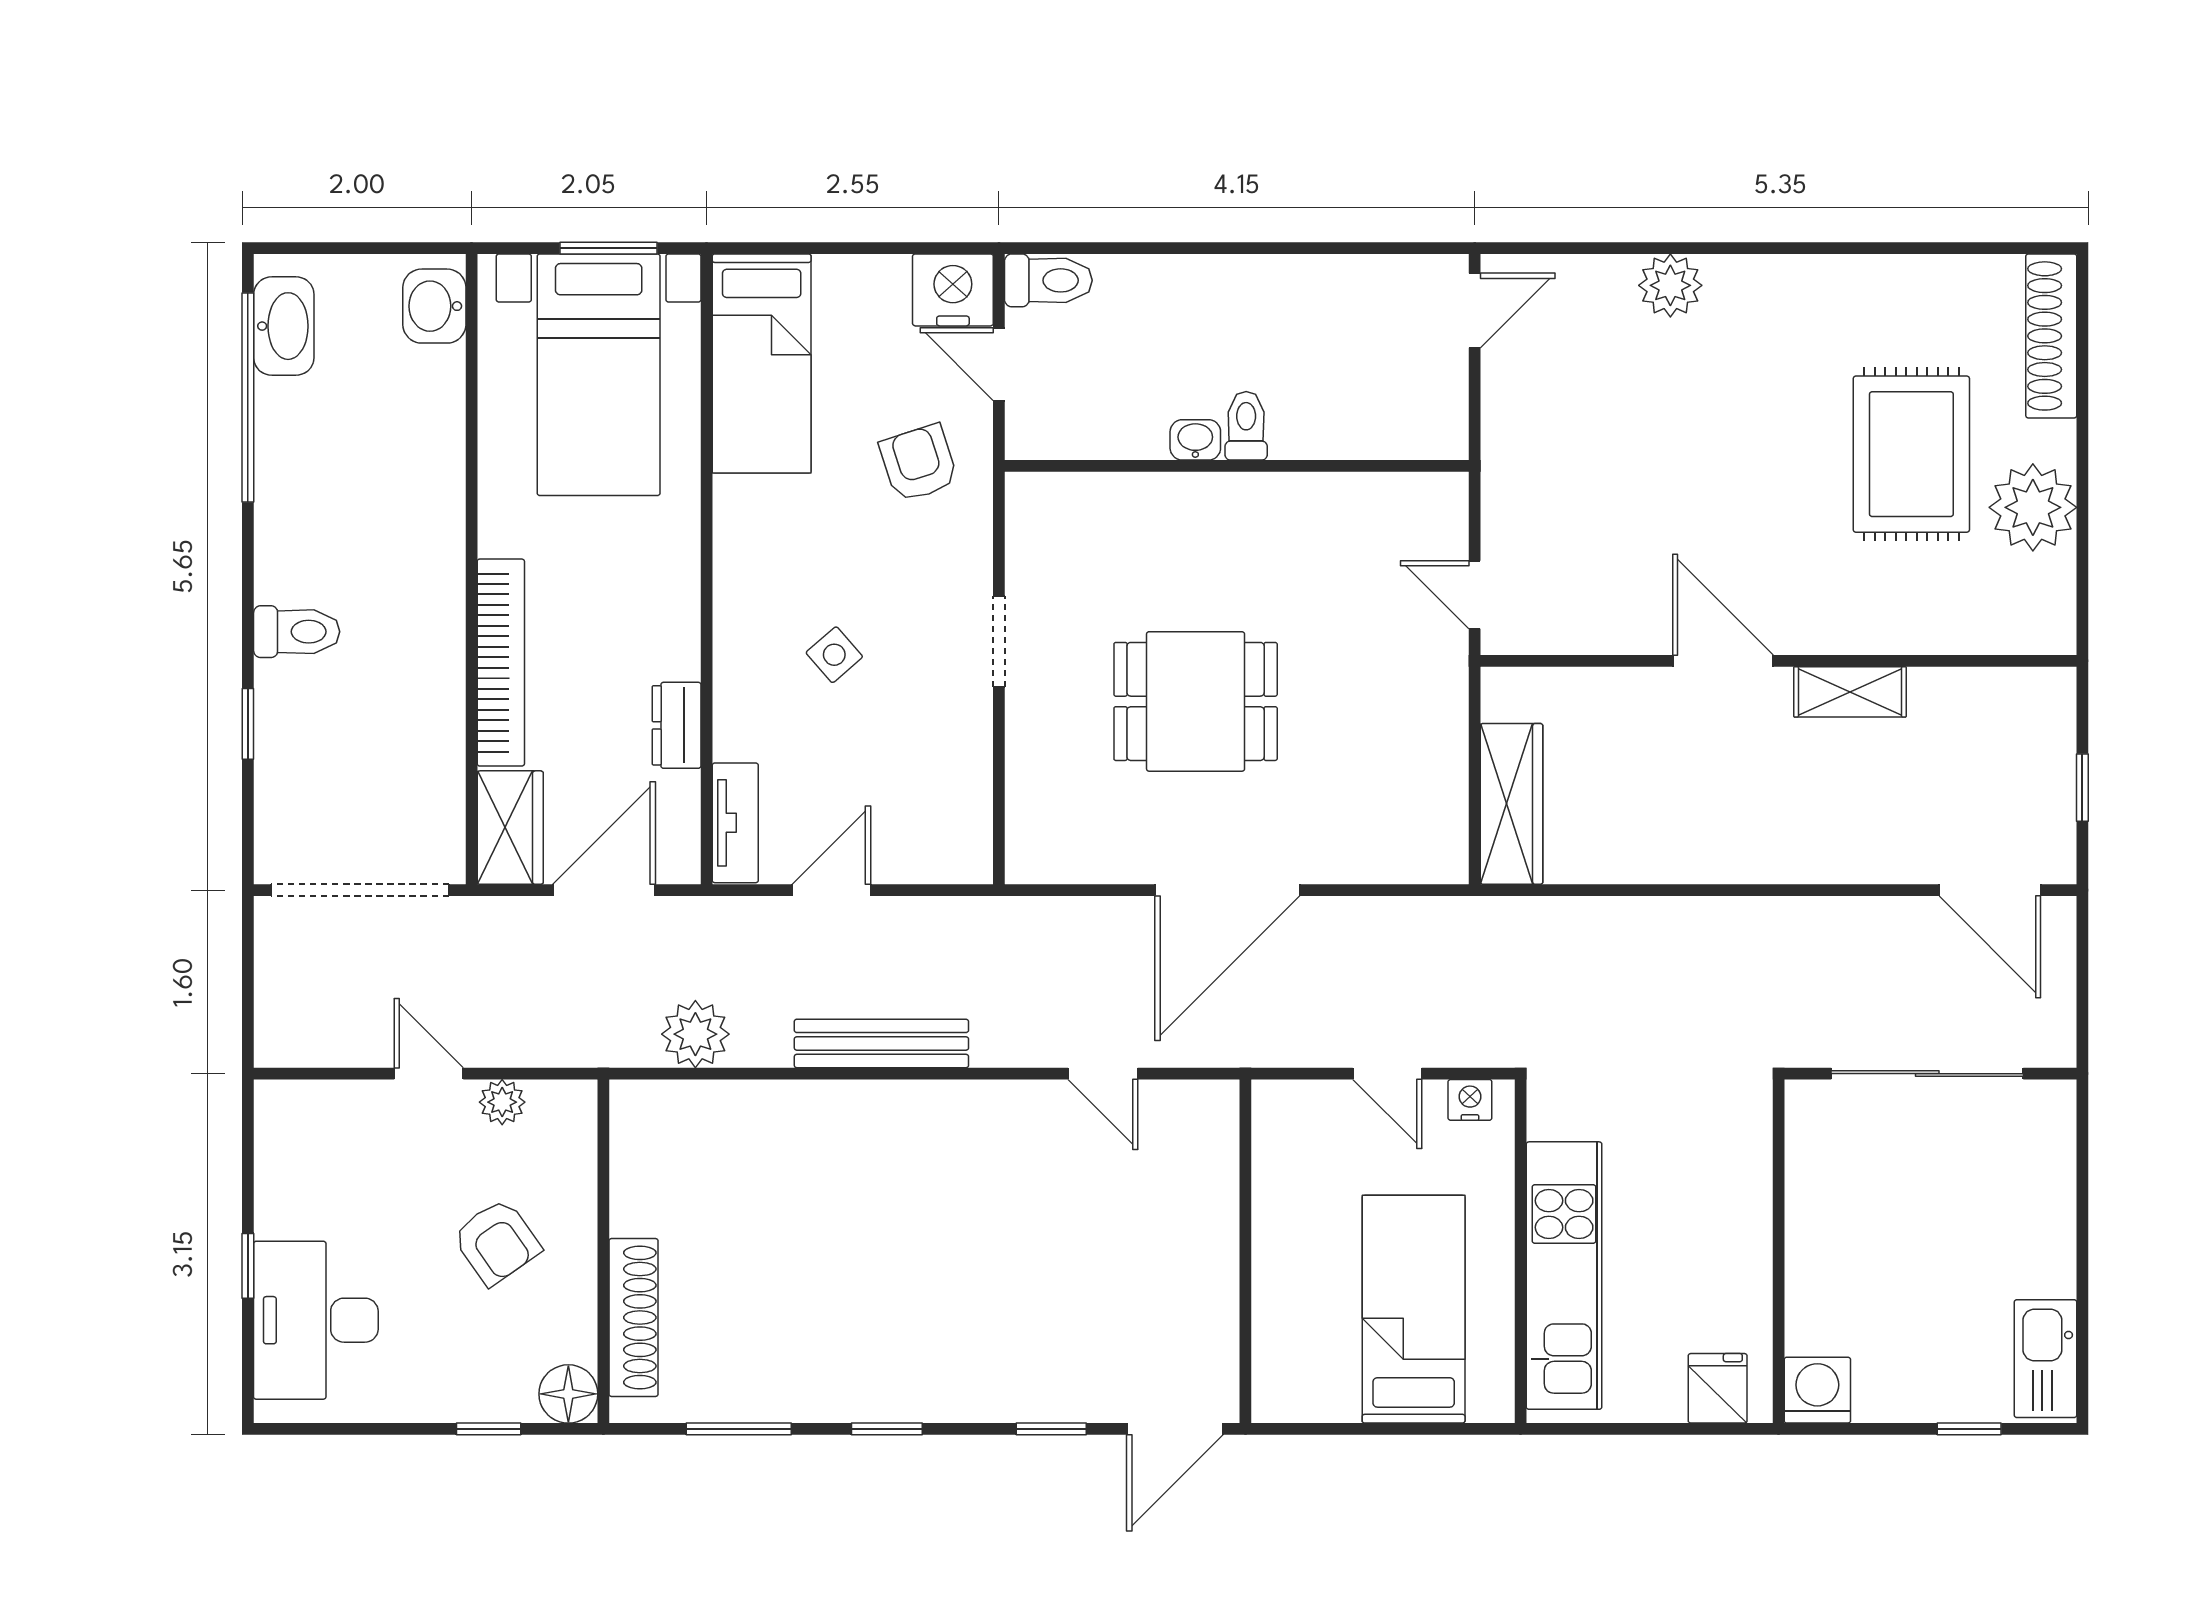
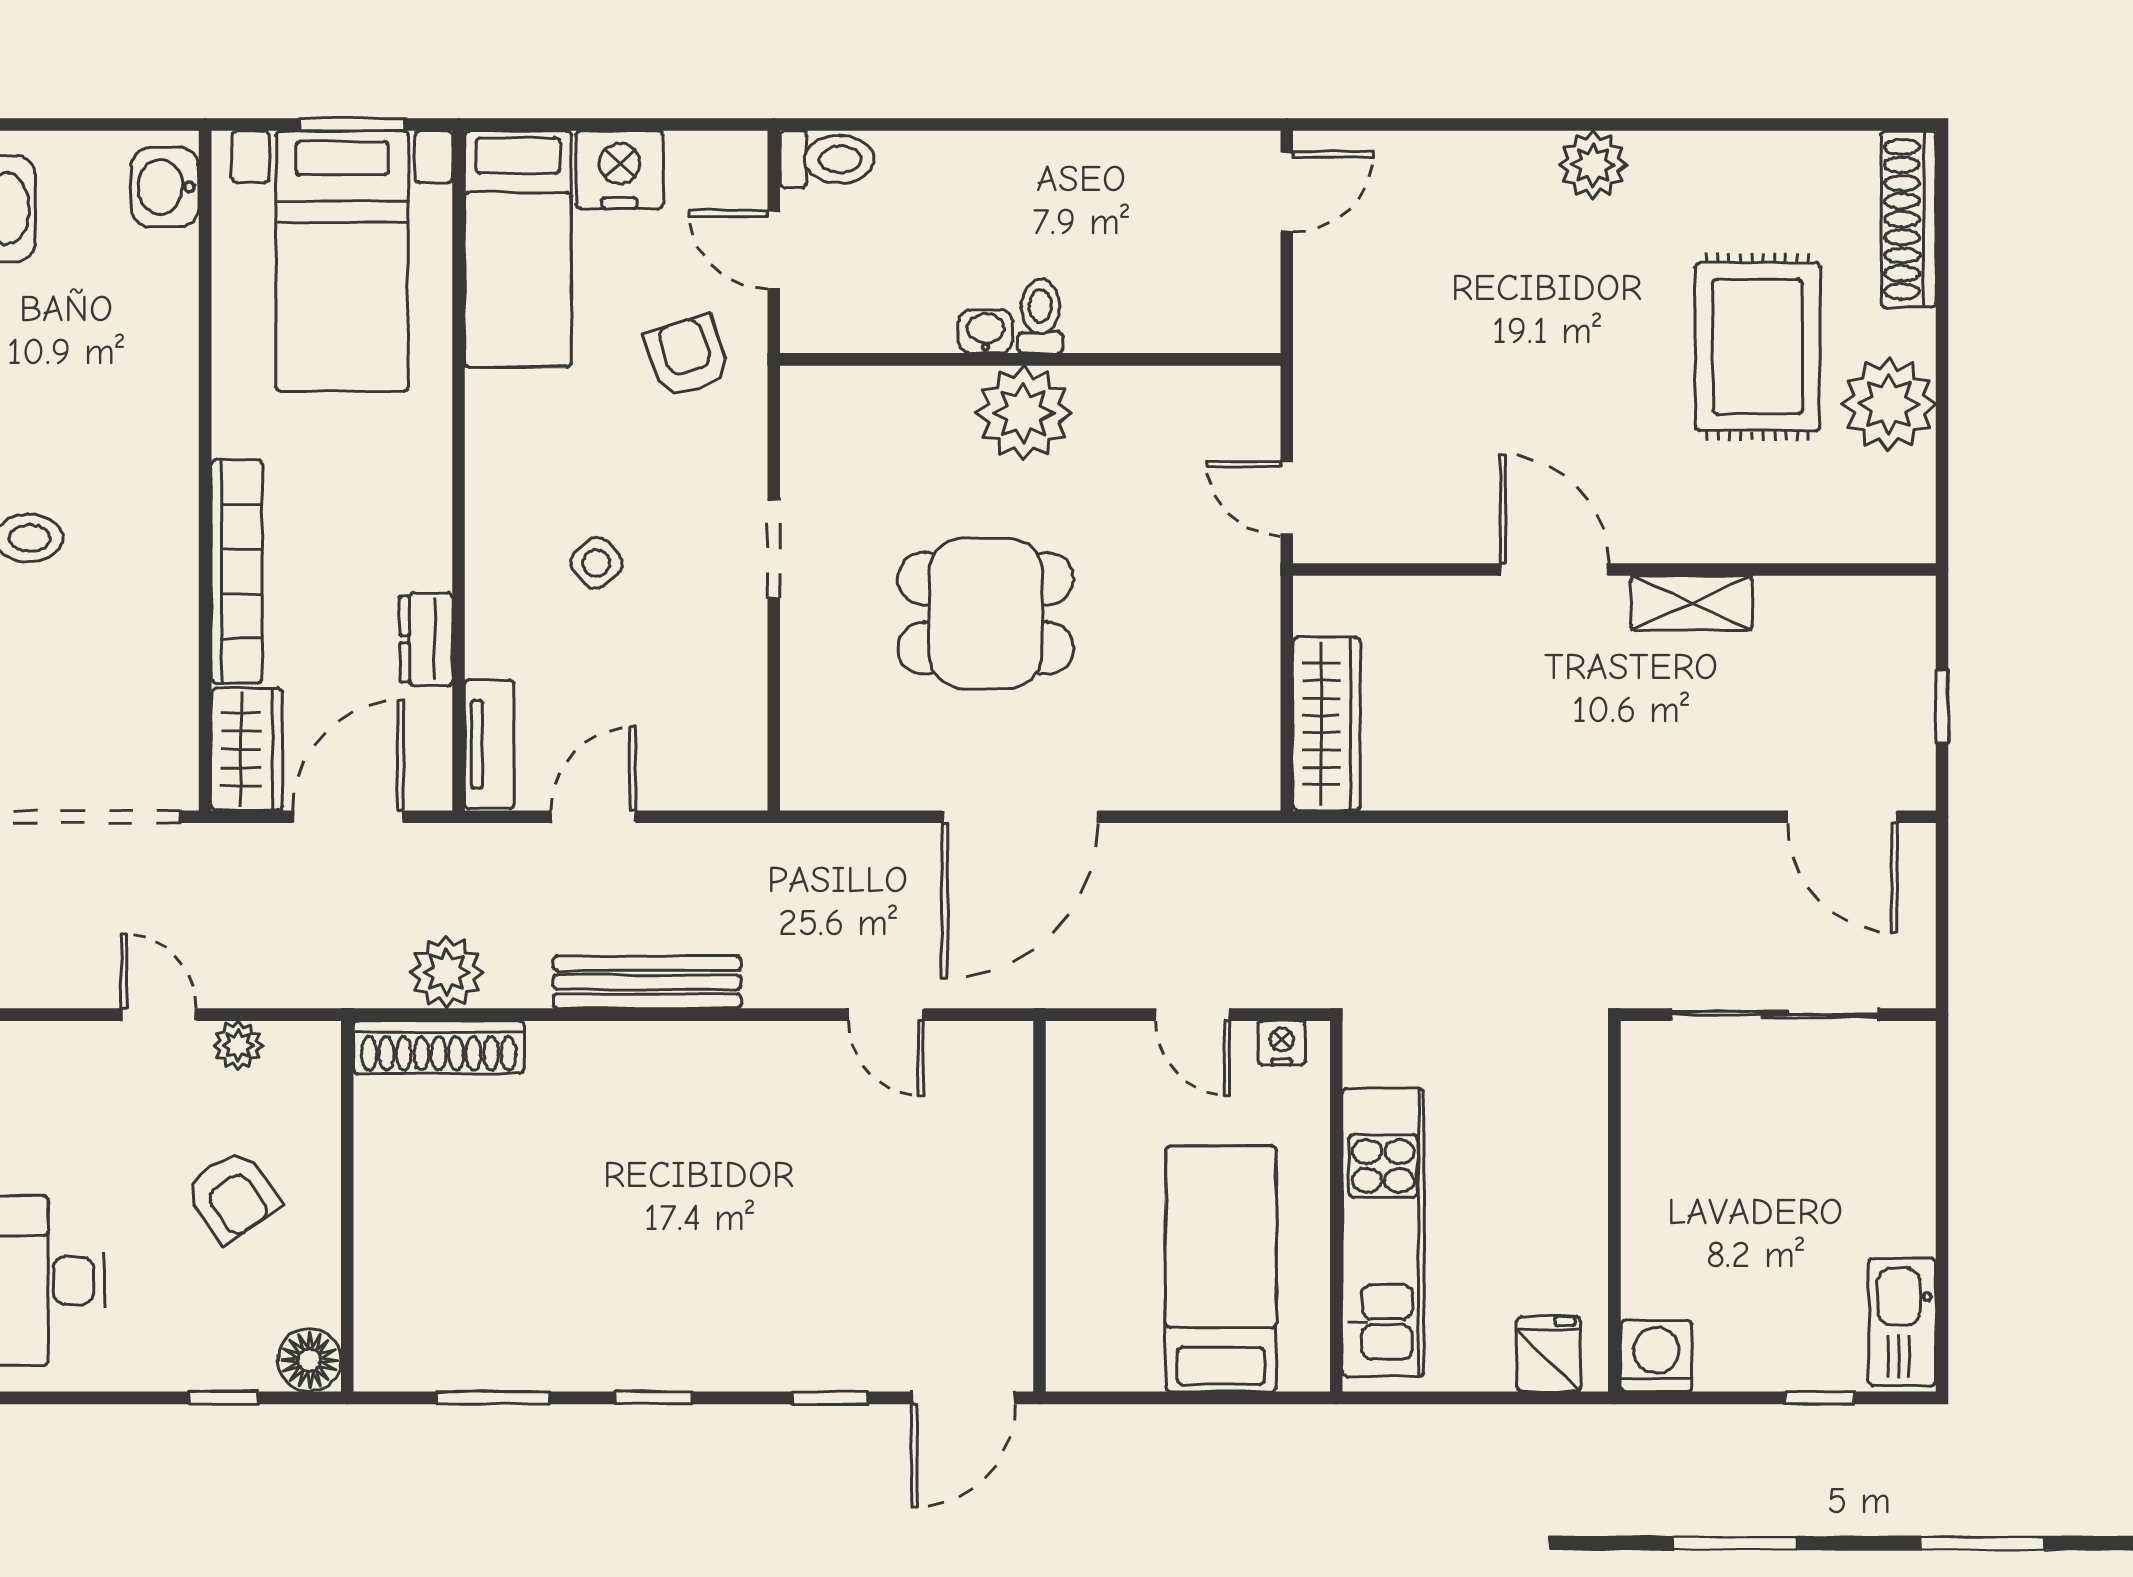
plant: (1670, 285) -> (1593, 165), moved
nightstand: (953, 290) -> (619, 170), moved
plant: (1231, 516) -> (1024, 413), added
shoe rack: (634, 1318) -> (439, 1047), moved, turned 90

